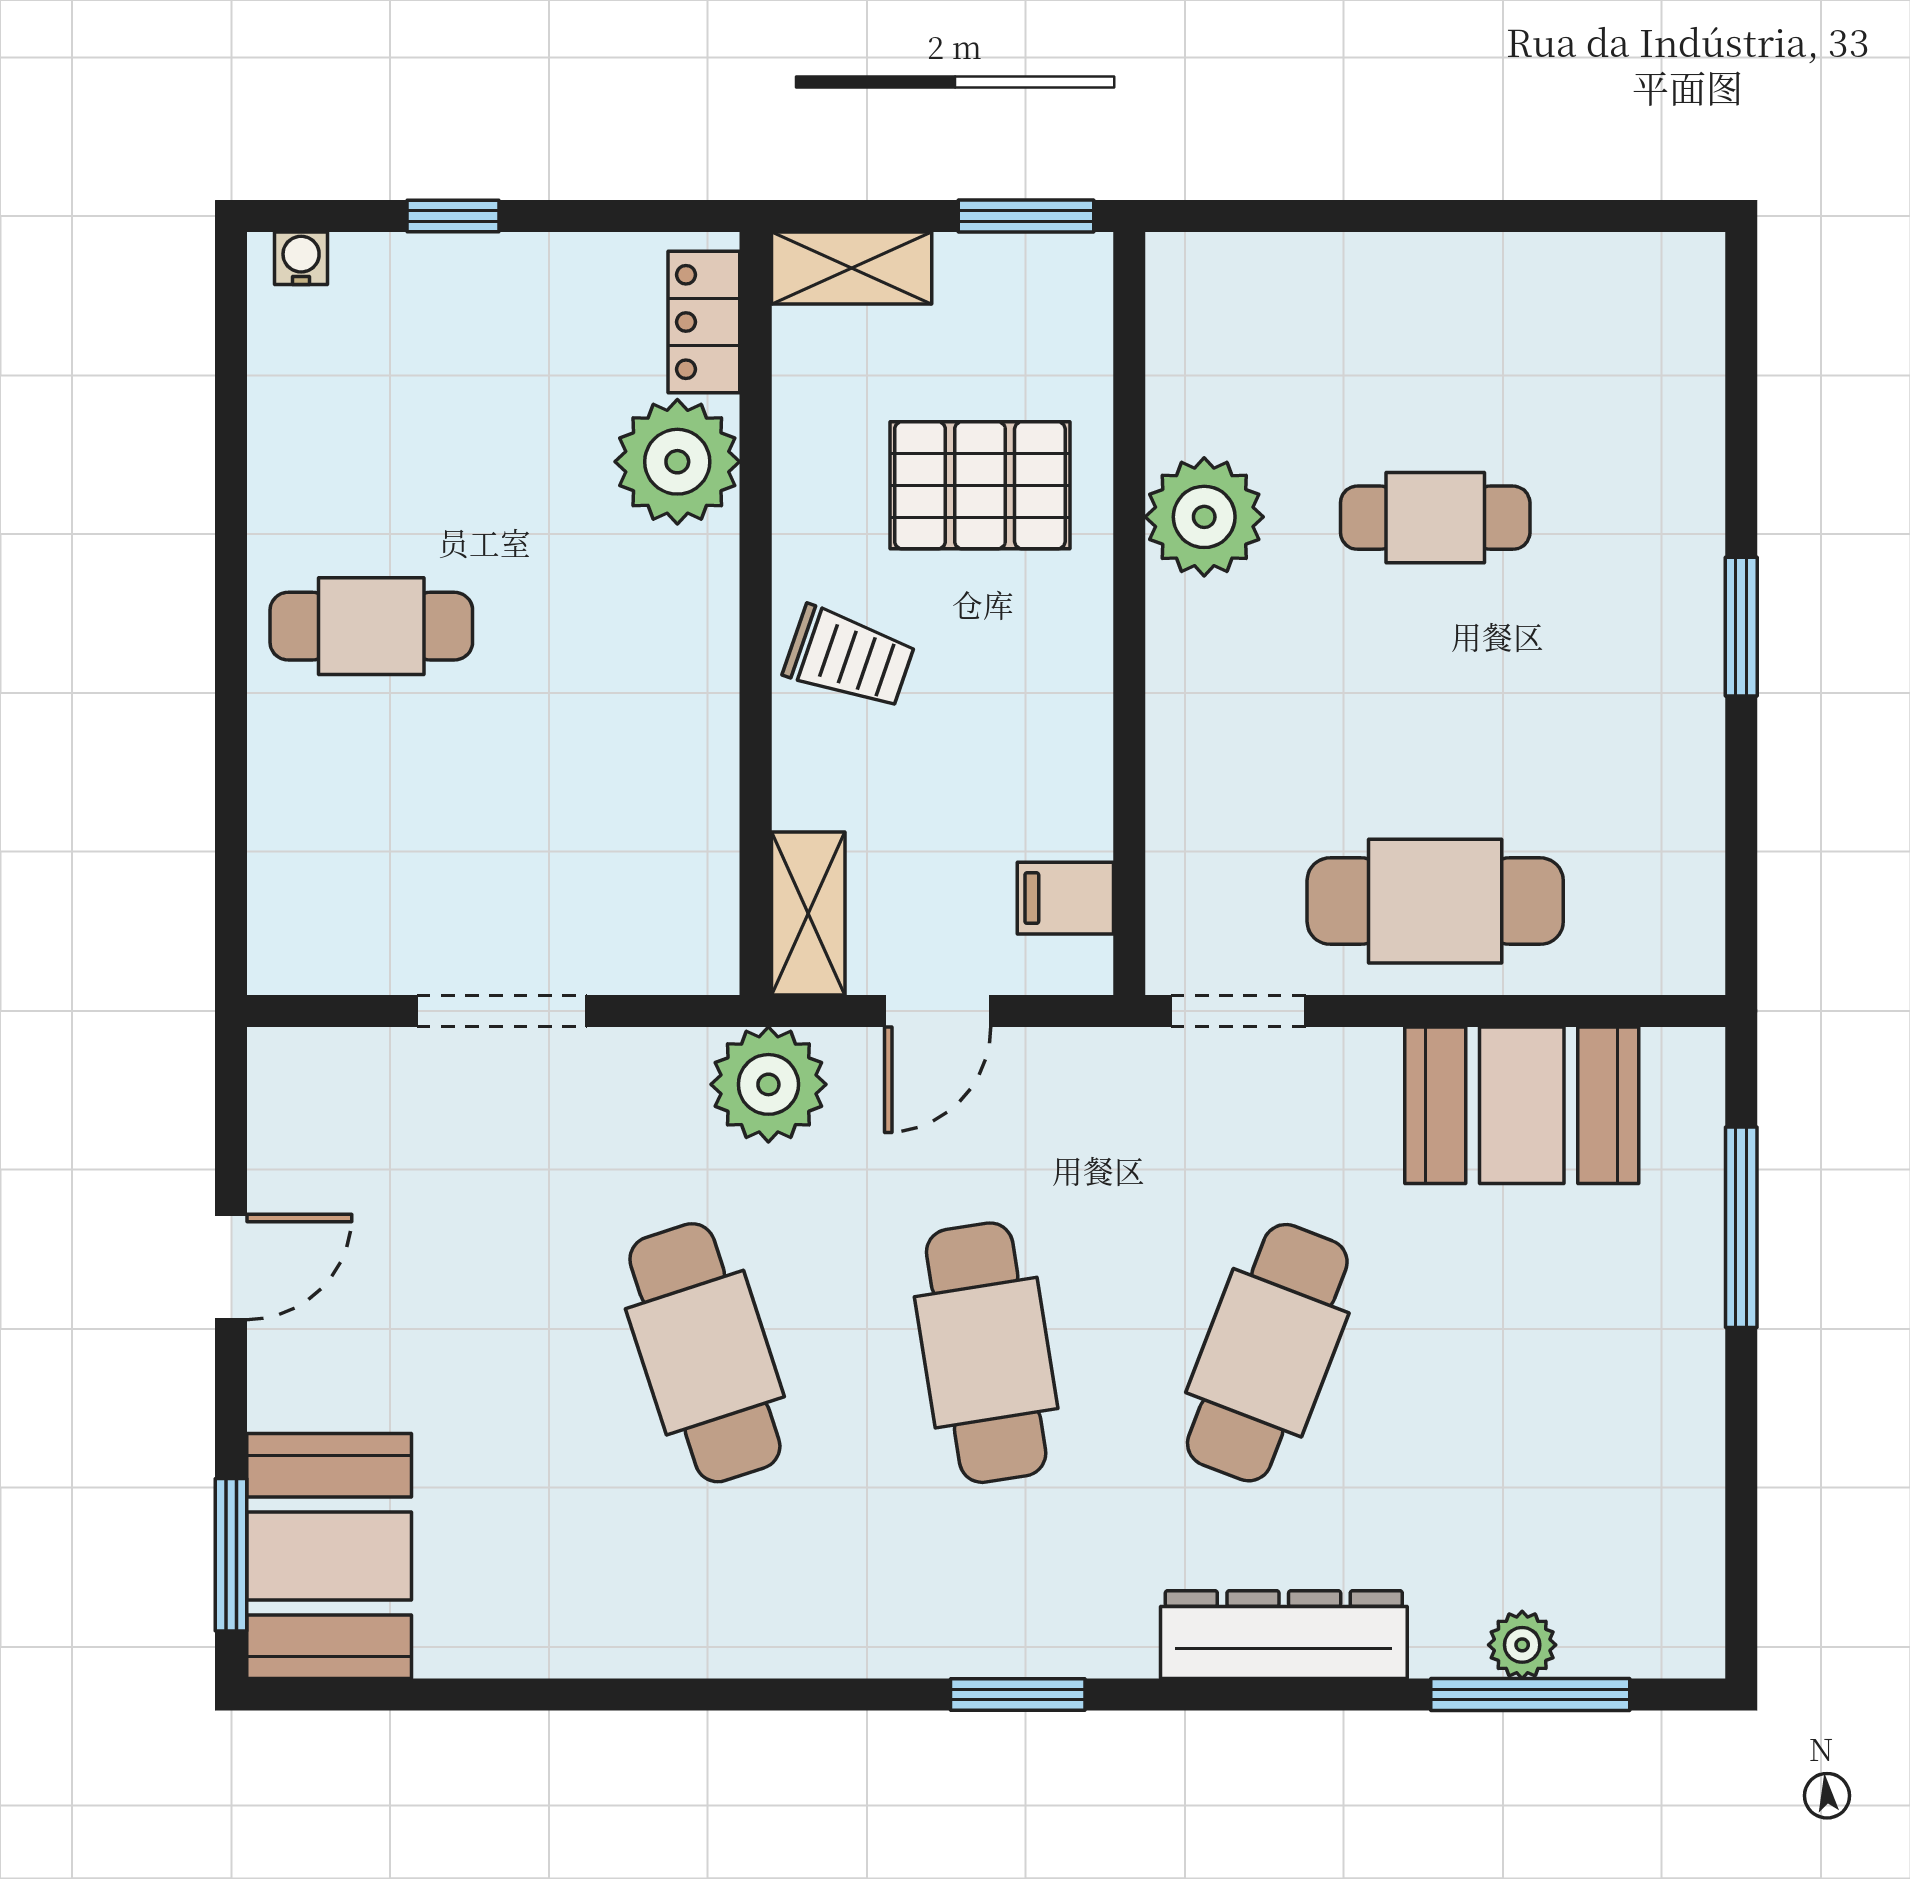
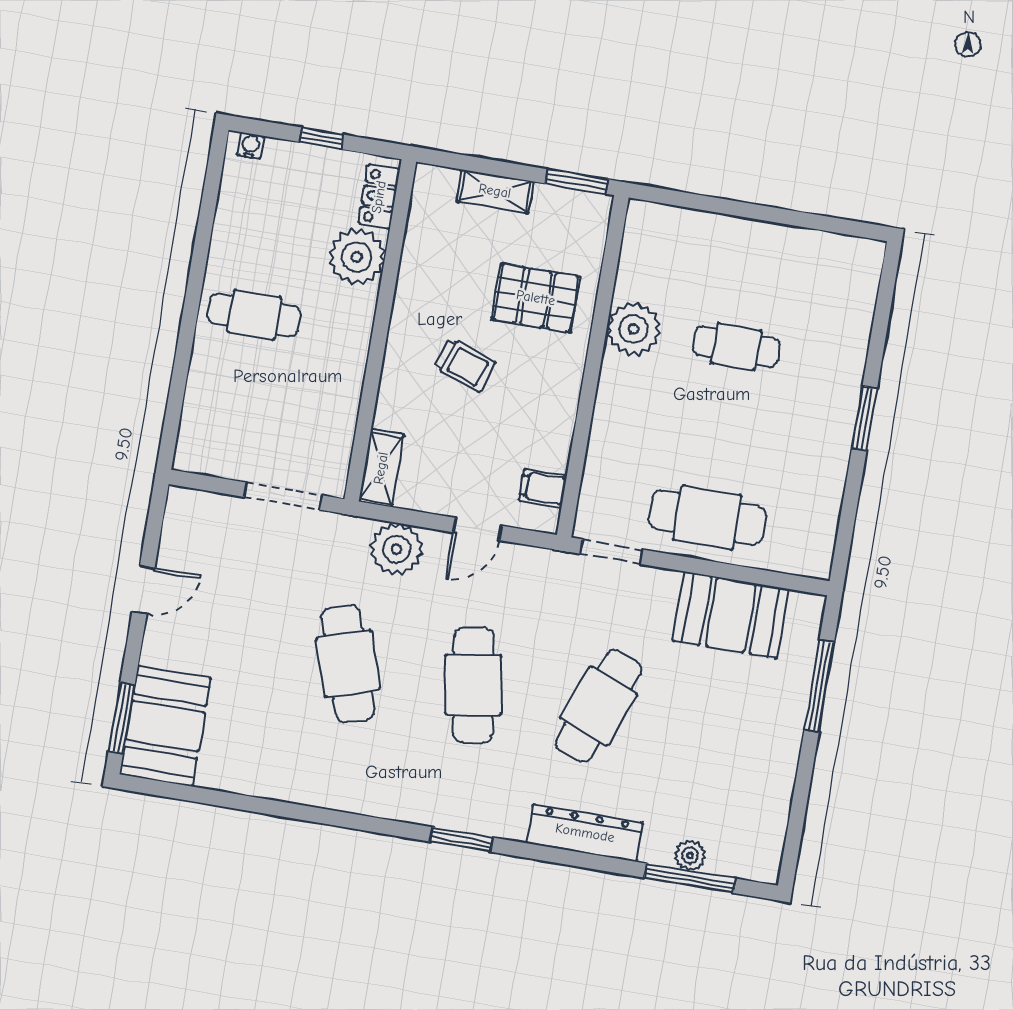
locker: (704, 322) -> (379, 197), moved
plant: (677, 462) -> (357, 257), moved
wall: (756, 613) -> (380, 330), moved
shelving: (808, 913) -> (381, 468), moved

